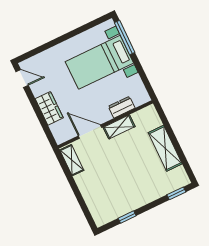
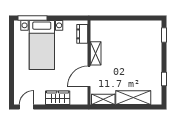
dresser: (122, 107) -> (82, 34), moved
shelving: (165, 148) -> (133, 98), moved

